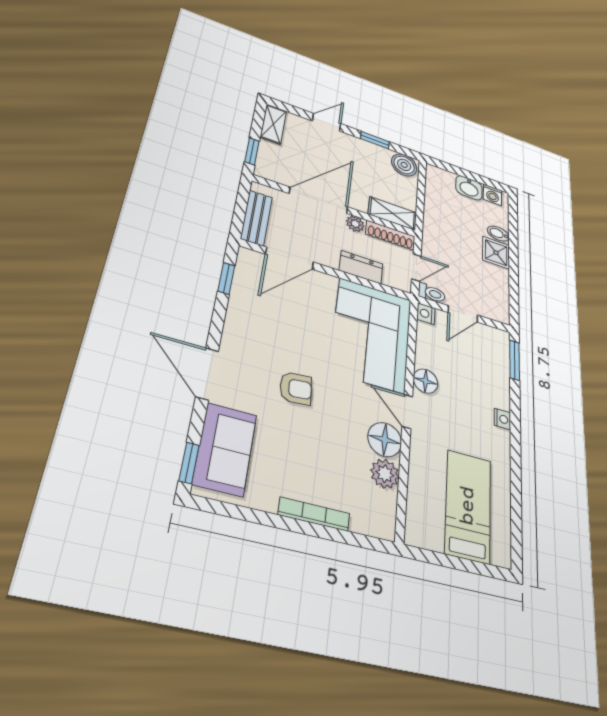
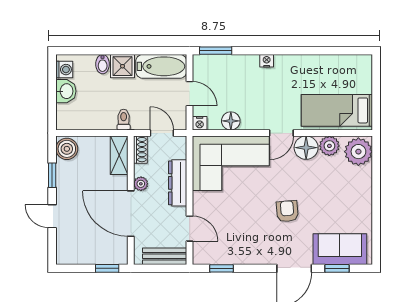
shelving: (273, 124) -> (74, 257), removed
shoe rack: (390, 235) -> (140, 150), width x0.70
door: (290, 258) -> (190, 228), width x0.73
dresser: (361, 267) -> (178, 183), width x1.44
toilet: (432, 293) -> (124, 120), moved
bathtub: (496, 293) -> (161, 66), added
floor lamp: (425, 381) -> (231, 121), moved
window: (189, 463) -> (337, 268), moved
bed: (468, 506) -> (337, 110), moved
bookcase: (314, 514) -> (367, 189), removed
plant: (373, 515) -> (358, 152), added

